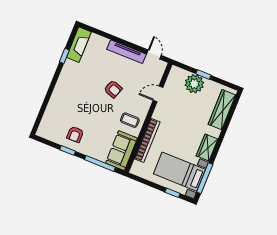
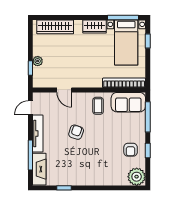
window: (109, 36) -> (30, 155), added
fireplace: (79, 45) -> (39, 169), moved, turned 90
window: (203, 74) -> (30, 68), moved
plant: (194, 84) -> (38, 61), width x0.53, depth x0.53
plant: (47, 130) -> (137, 177), added
armchair: (75, 134) -> (131, 150), turned 90
bookcase: (147, 140) -> (124, 83), moved

